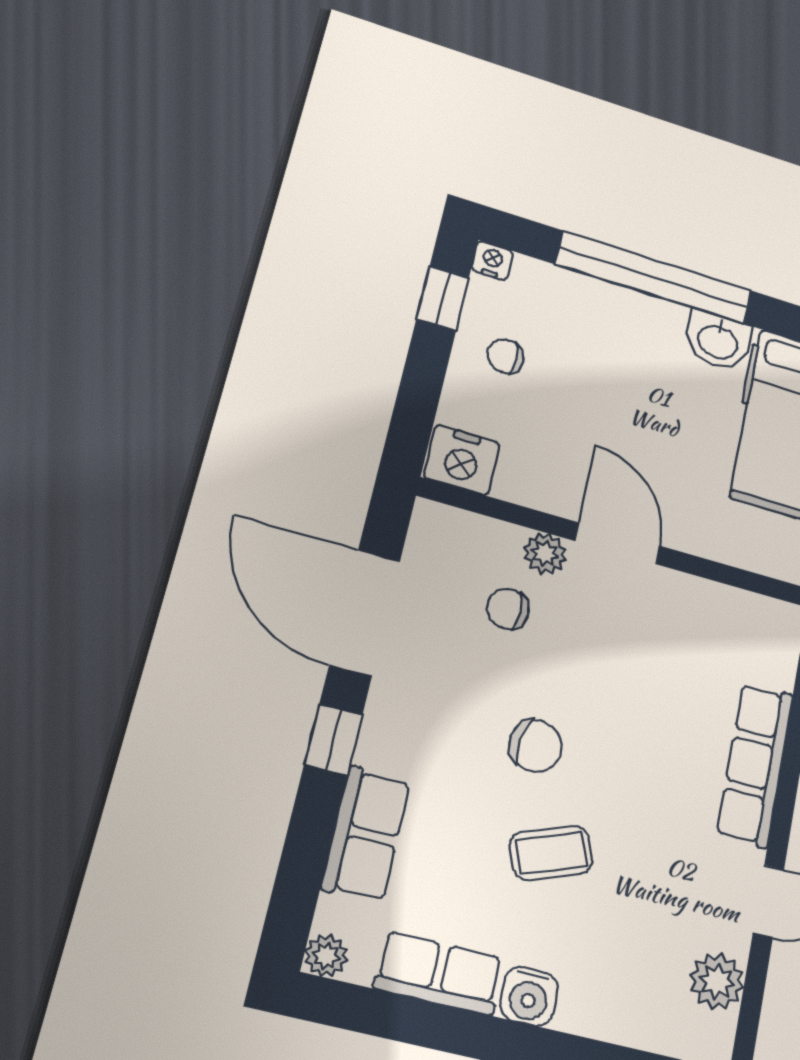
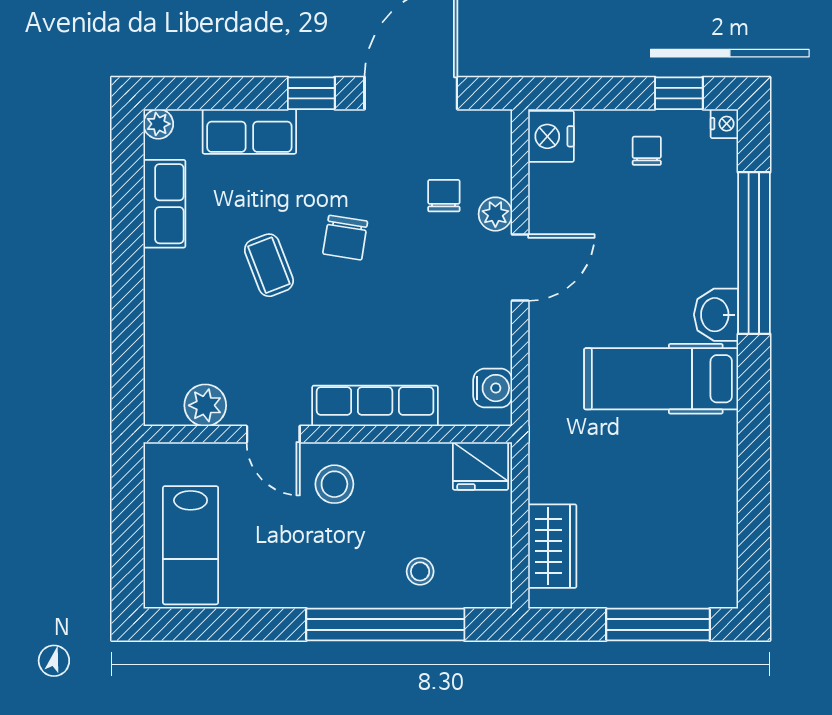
water cooler: (529, 996) -> (493, 388), moved, turned 180

